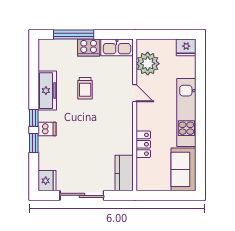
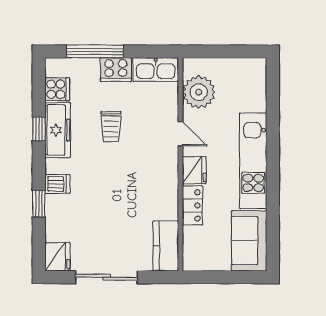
fridge: (186, 47) -> (194, 170), moved, turned -90
cooker: (47, 61) -> (57, 89), added
window: (34, 118) -> (39, 129), moved

